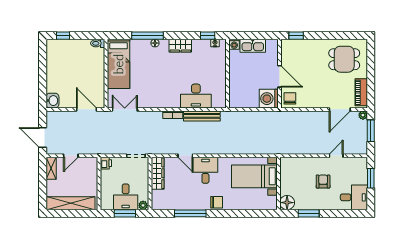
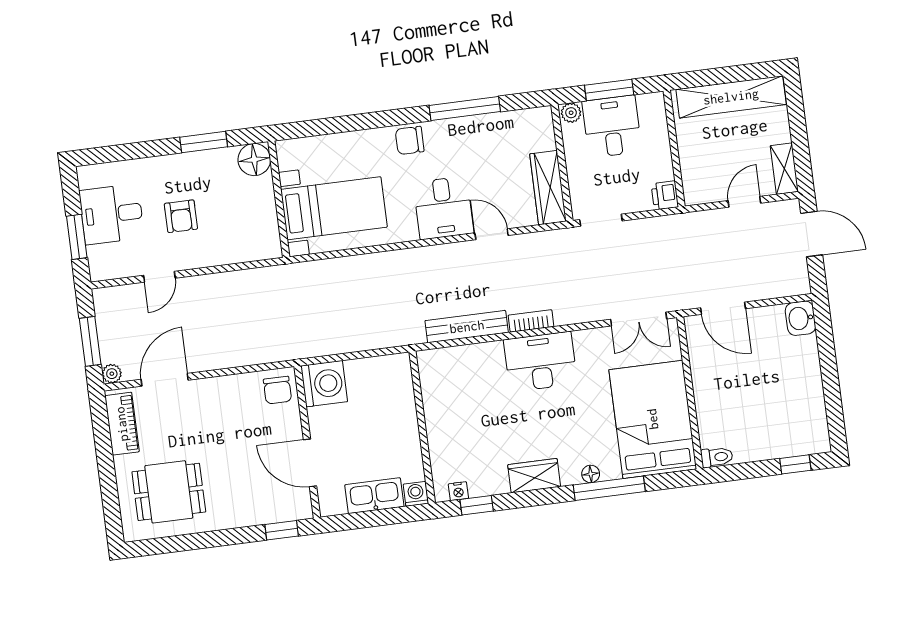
bed: (119, 64) -> (653, 419), width x1.50
door: (280, 76) -> (310, 463), moved
desk: (196, 96) -> (540, 362), moved
desk: (354, 197) -> (112, 214), moved

